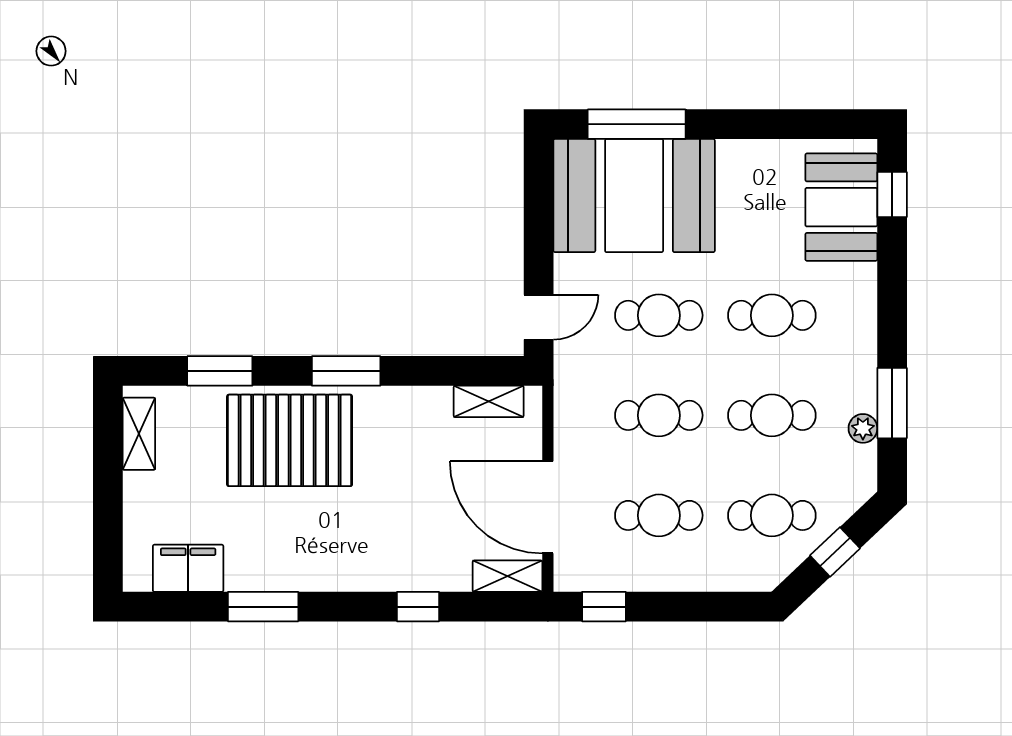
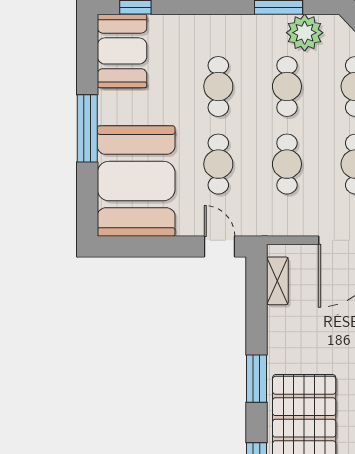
window: (637, 124) -> (87, 128), moved
booth: (841, 207) -> (122, 51), moved, turned 90
plant: (863, 428) -> (305, 33), width x1.87, depth x1.87

